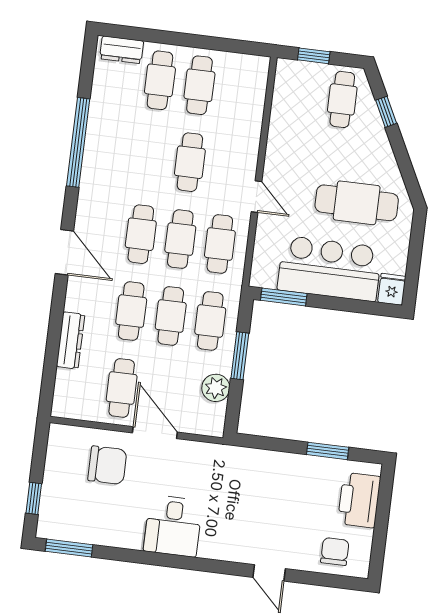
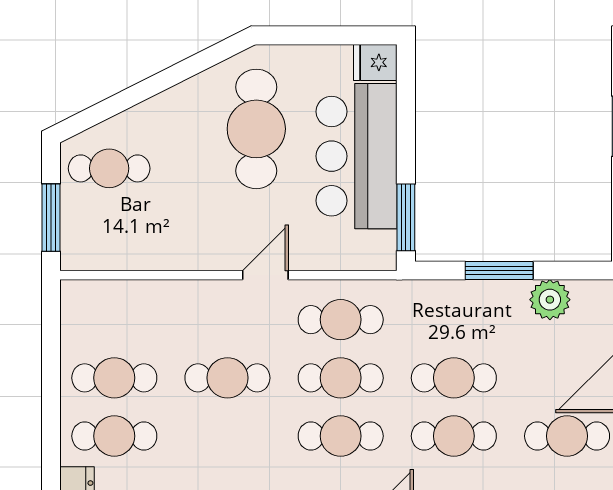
window: (314, 56) -> (51, 218), width x1.50
window: (386, 112) -> (119, 103), removed
cafe table: (210, 321) -> (454, 320), removed

